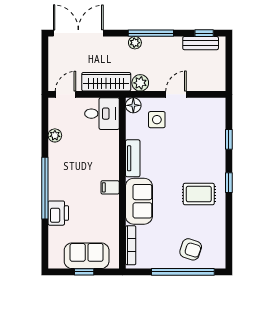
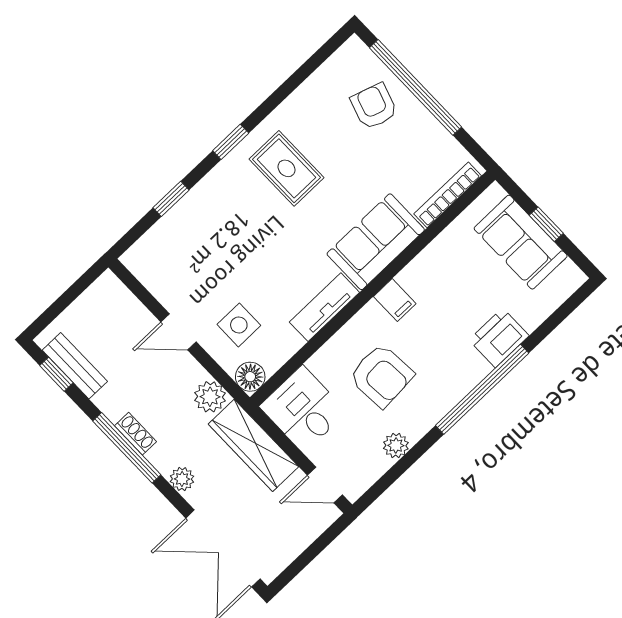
shoe rack: (153, 41) -> (135, 434), added
plant: (135, 43) -> (182, 479), moved
armchair: (86, 155) -> (381, 376), added

